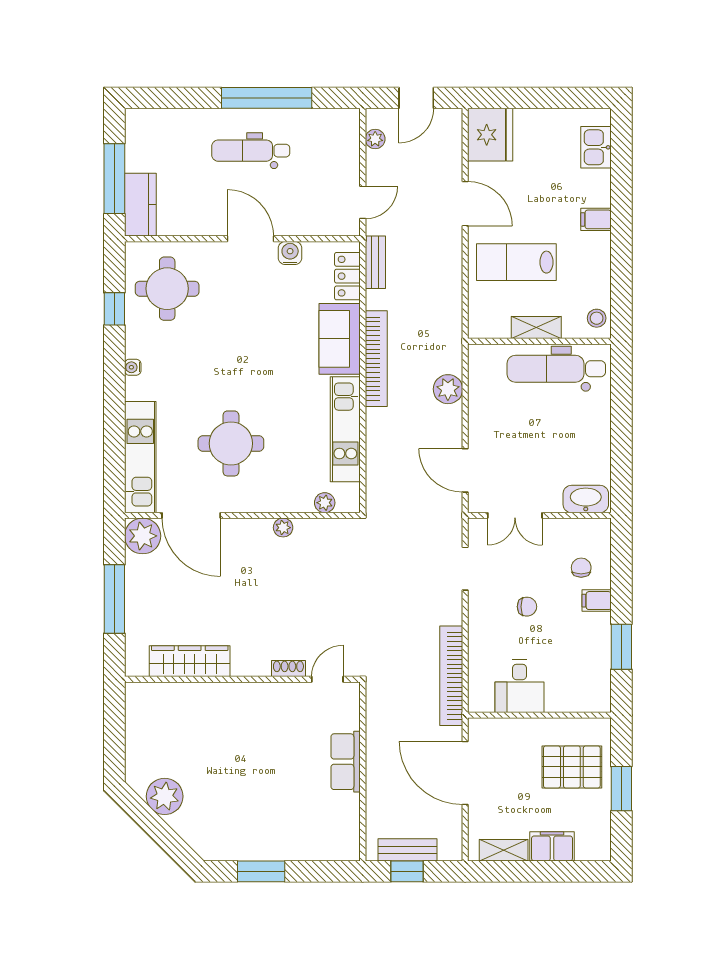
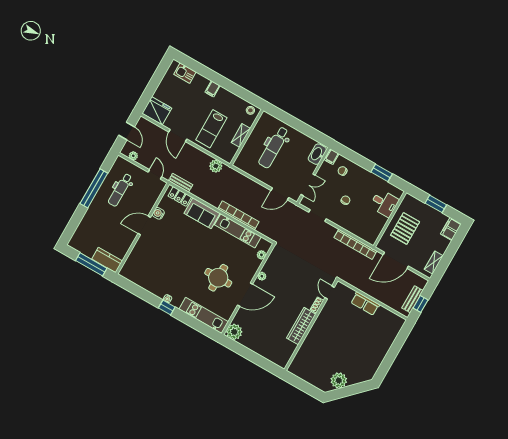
dental chair: (251, 151) -> (120, 190), moved
door: (465, 204) -> (178, 135), swing flipped
round table: (167, 289) -> (145, 268), removed
window: (114, 309) -> (167, 307), moved
bookcase: (376, 359) -> (238, 215), moved
dental chair: (556, 369) -> (274, 147), moved
plant: (448, 389) -> (216, 166), moved
door: (191, 515) -> (245, 295), moved
window: (114, 599) -> (252, 356), removed
filing cabinet: (597, 601) -> (332, 157), moved
wardrobe: (190, 661) -> (301, 326), moved
desk: (519, 686) -> (384, 203), moved
pallet: (572, 767) -> (405, 228), moved
filing cabinet: (552, 846) -> (451, 229), moved
window: (261, 871) -> (389, 360), removed

